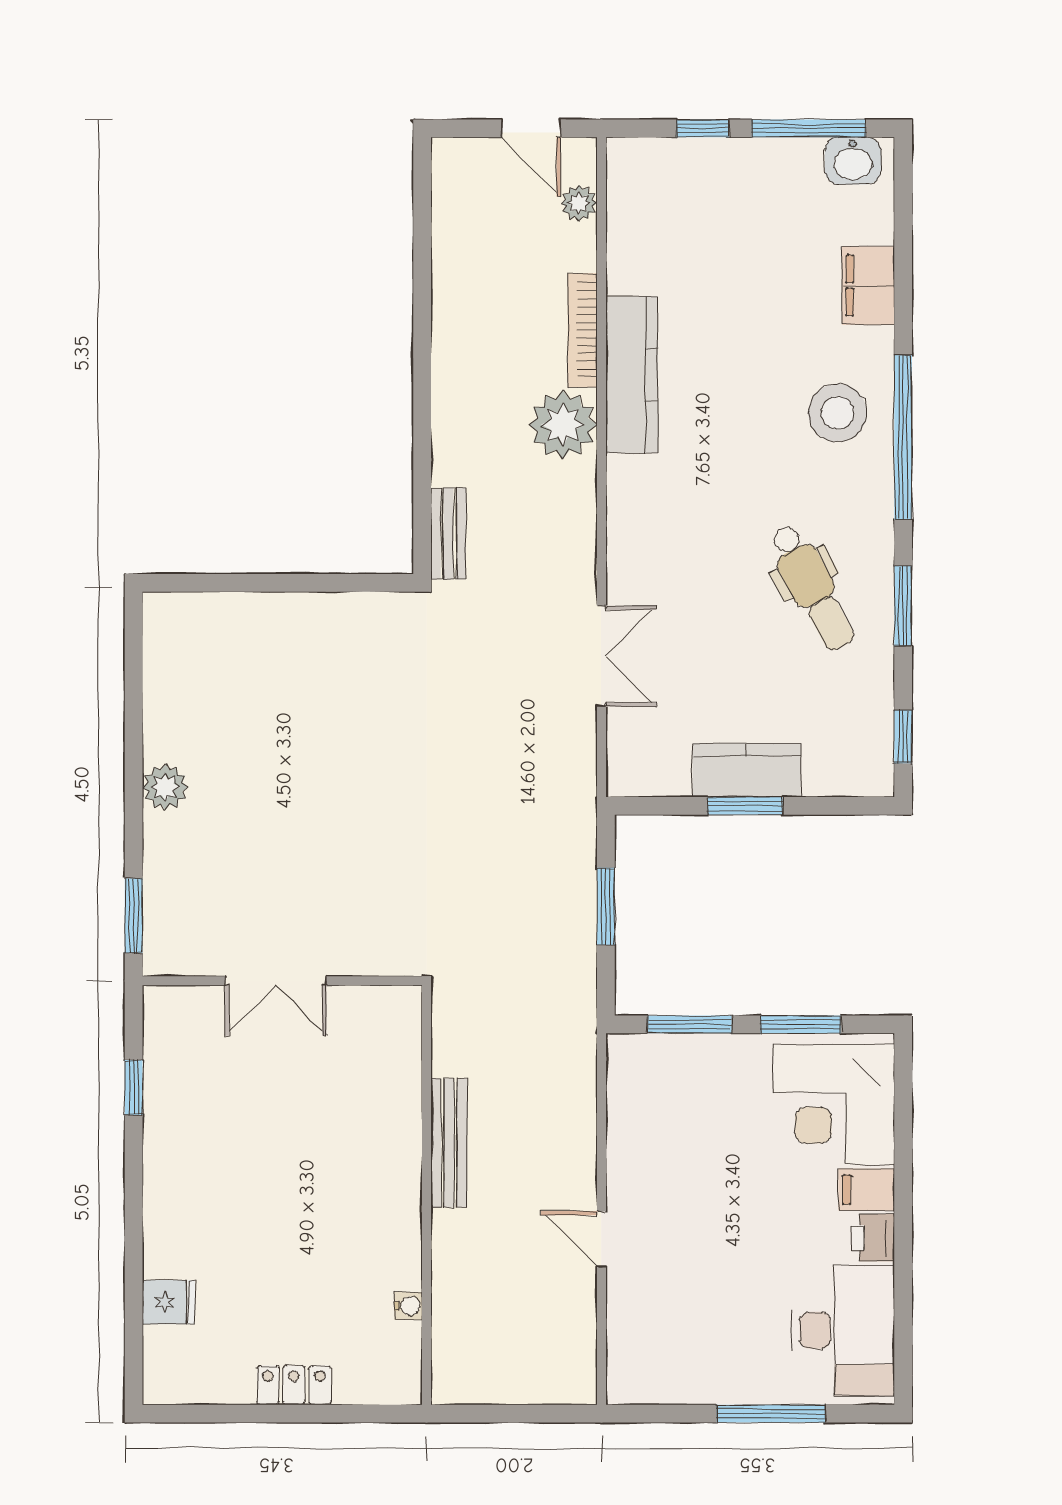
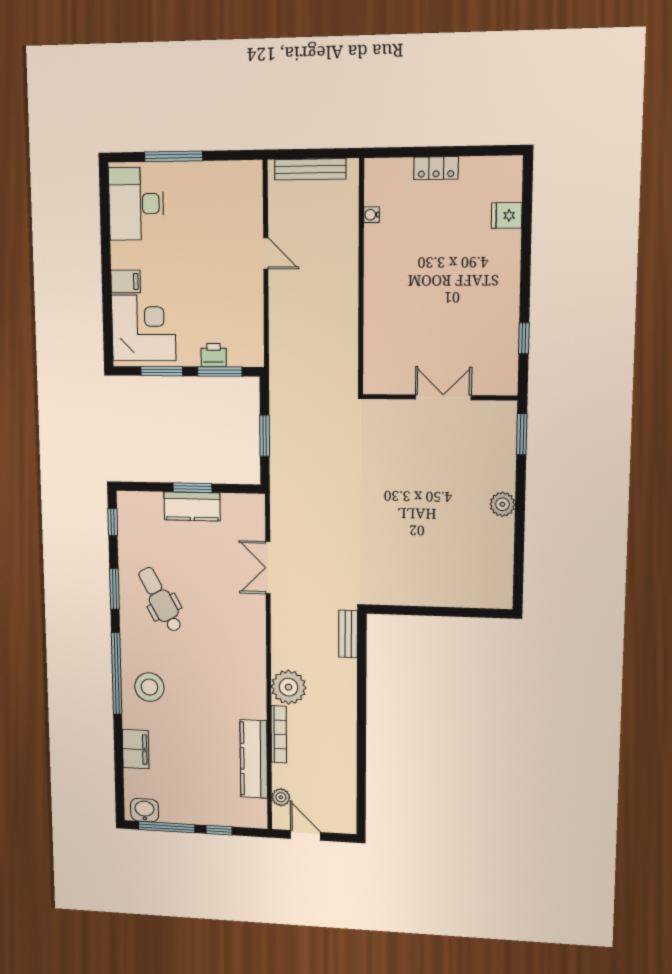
kitchen counter: (632, 375) -> (254, 759), moved
bench: (449, 1143) -> (310, 169), moved, turned 90
printer: (873, 1238) -> (214, 355), moved, turned -90

